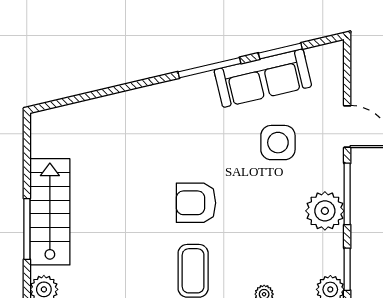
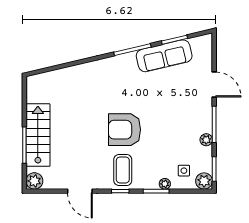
side table: (278, 143) -> (184, 171), moved, width x0.54, depth x0.54
armchair: (196, 203) -> (125, 130), width x1.36, depth x1.36
plant: (325, 211) -> (206, 140), width x0.53, depth x0.53

